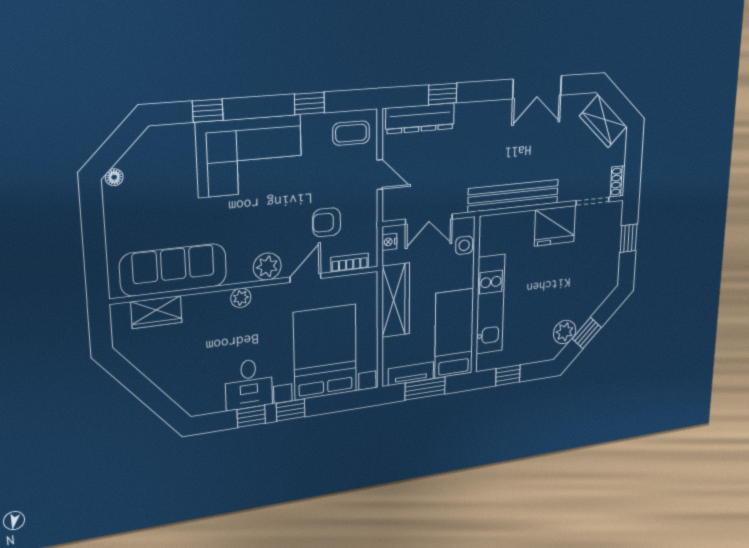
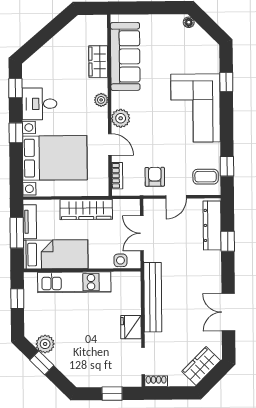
window: (309, 103) -> (227, 166), moved
coffee table: (351, 133) -> (206, 177), turned 90
armchair: (327, 222) -> (155, 177), moved
fridge: (555, 226) -> (131, 327), width x0.73, depth x0.75
nightstand: (389, 242) -> (129, 204), removed
wardrobe: (156, 312) -> (98, 62), moved
window: (251, 416) -> (15, 88), moved

